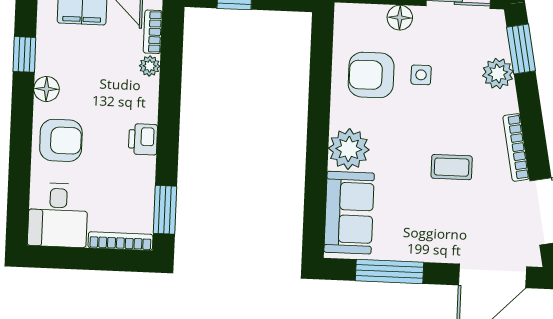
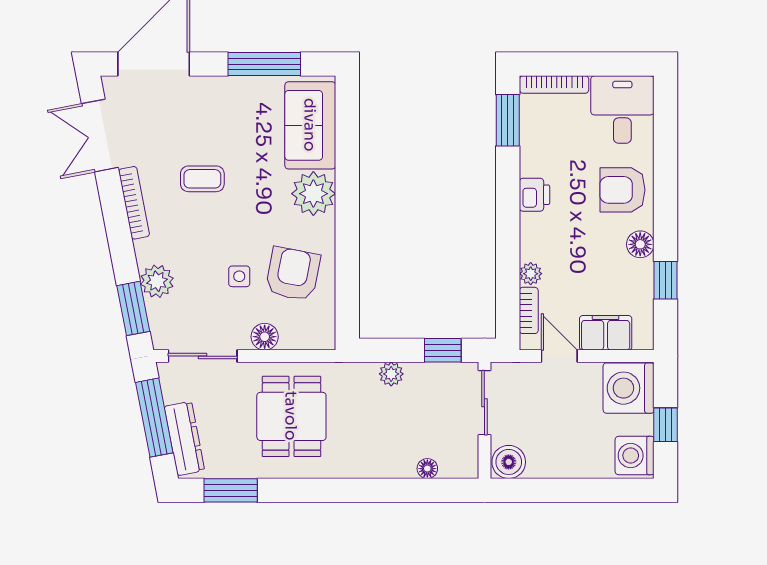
armchair: (371, 75) -> (293, 274), turned -79

